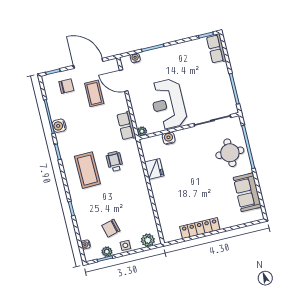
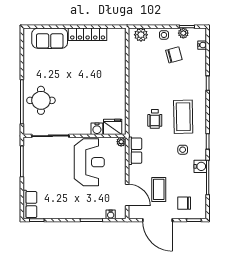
side table: (80, 138) -> (183, 150), added
fridge: (154, 169) -> (113, 127), moved, turned 90
sofa: (247, 192) -> (50, 38), moved, turned 90

